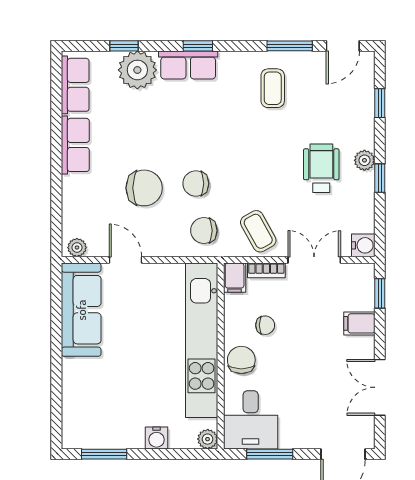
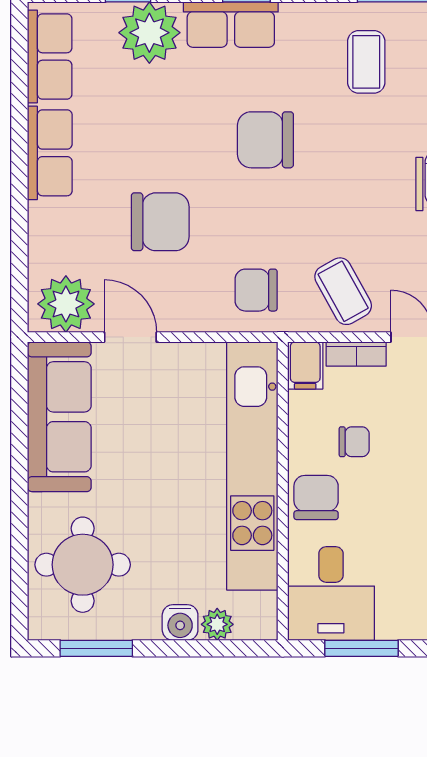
chair: (196, 184) -> (265, 140), moved, width x1.37, depth x1.37
plant: (77, 247) -> (66, 304), width x1.88, depth x1.88
round table: (96, 402) -> (83, 565), added
plant: (208, 439) -> (217, 624), moved

